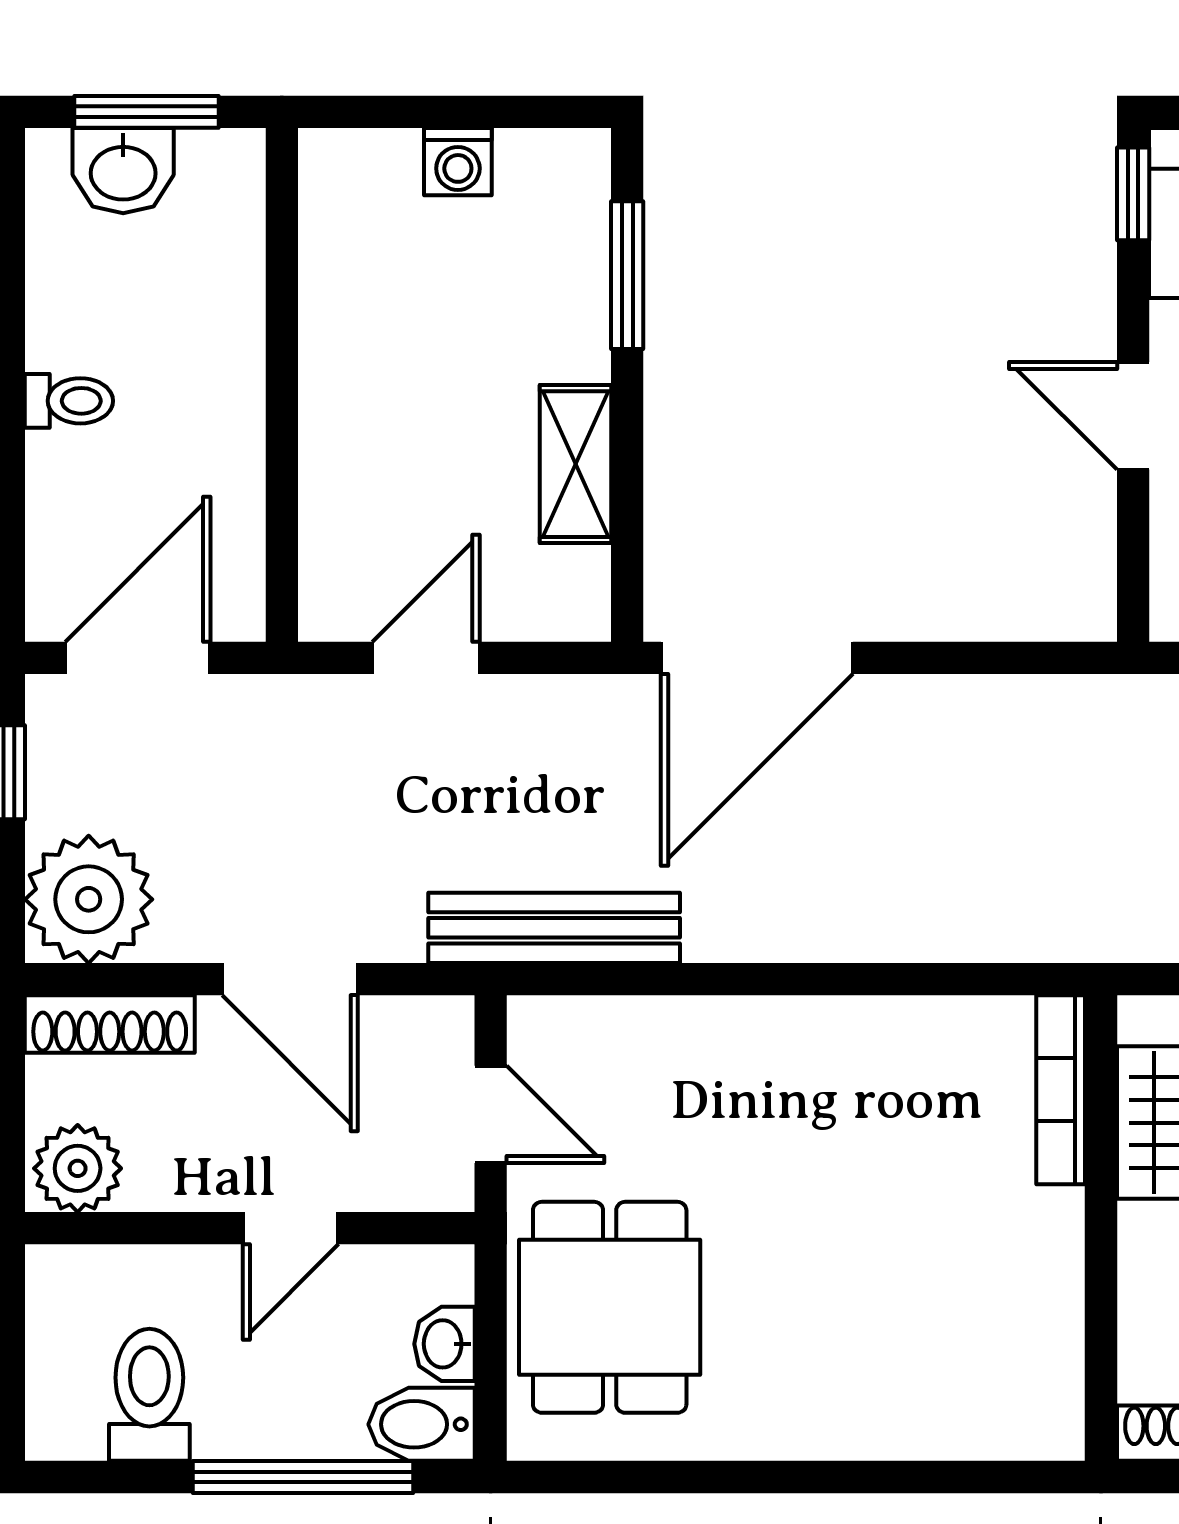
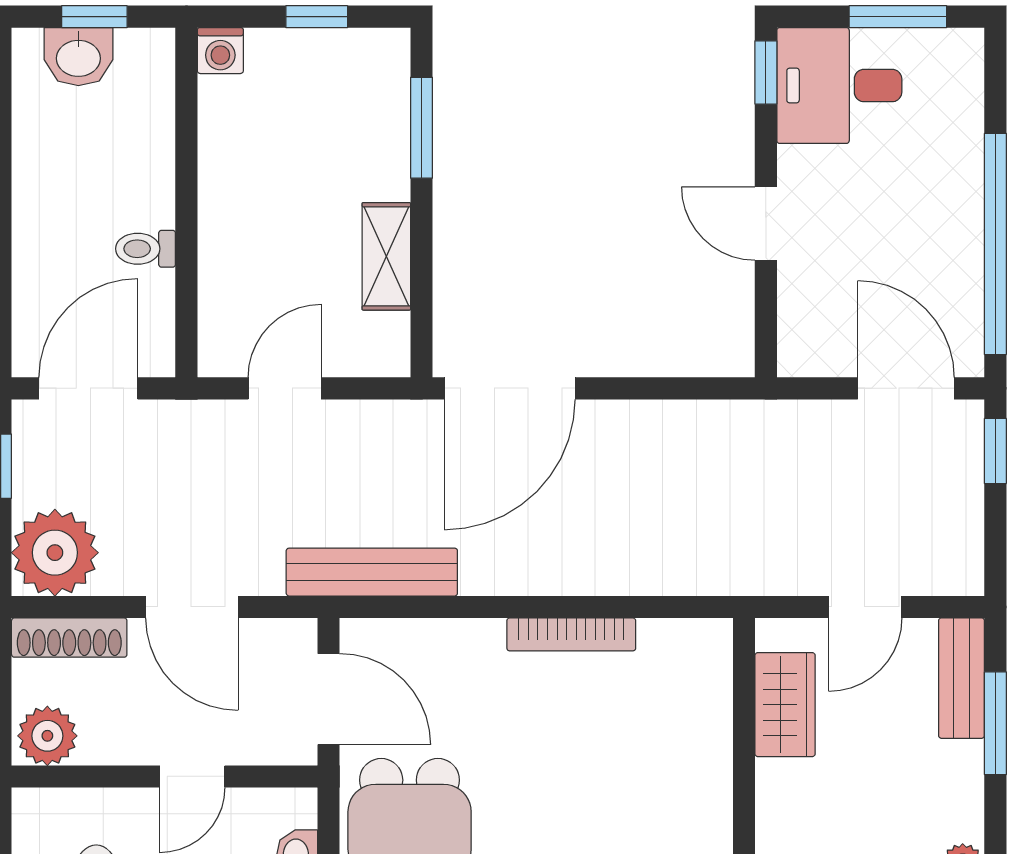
window: (147, 112) -> (94, 17), width x0.67
window: (473, 112) -> (317, 17), added
washing machine: (458, 162) -> (220, 51), moved
toilet: (69, 401) -> (145, 249), moved, turned 180
bookcase: (1061, 1090) -> (571, 634), moved, turned -90
door: (491, 1114) -> (329, 699), width x1.38

